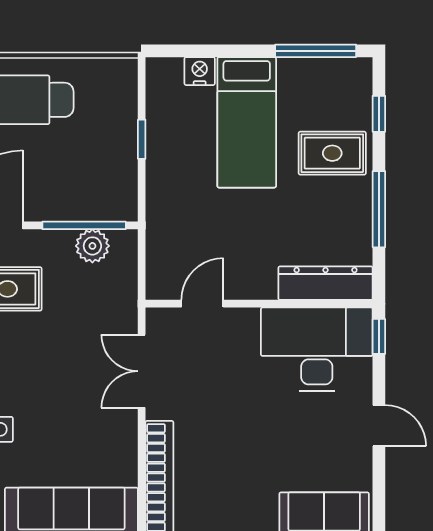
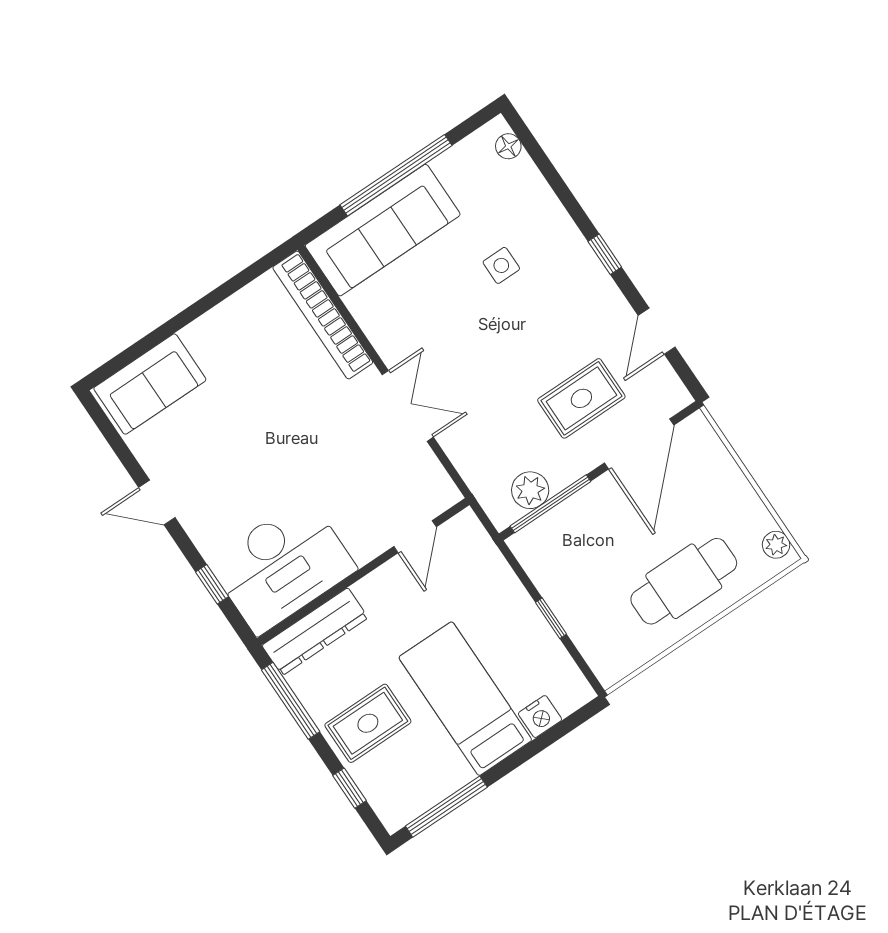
dresser: (326, 283) -> (315, 632), moved
door: (202, 304) -> (415, 537), moved
wall: (259, 304) -> (363, 572), moved
desk: (317, 349) -> (282, 566), moved

